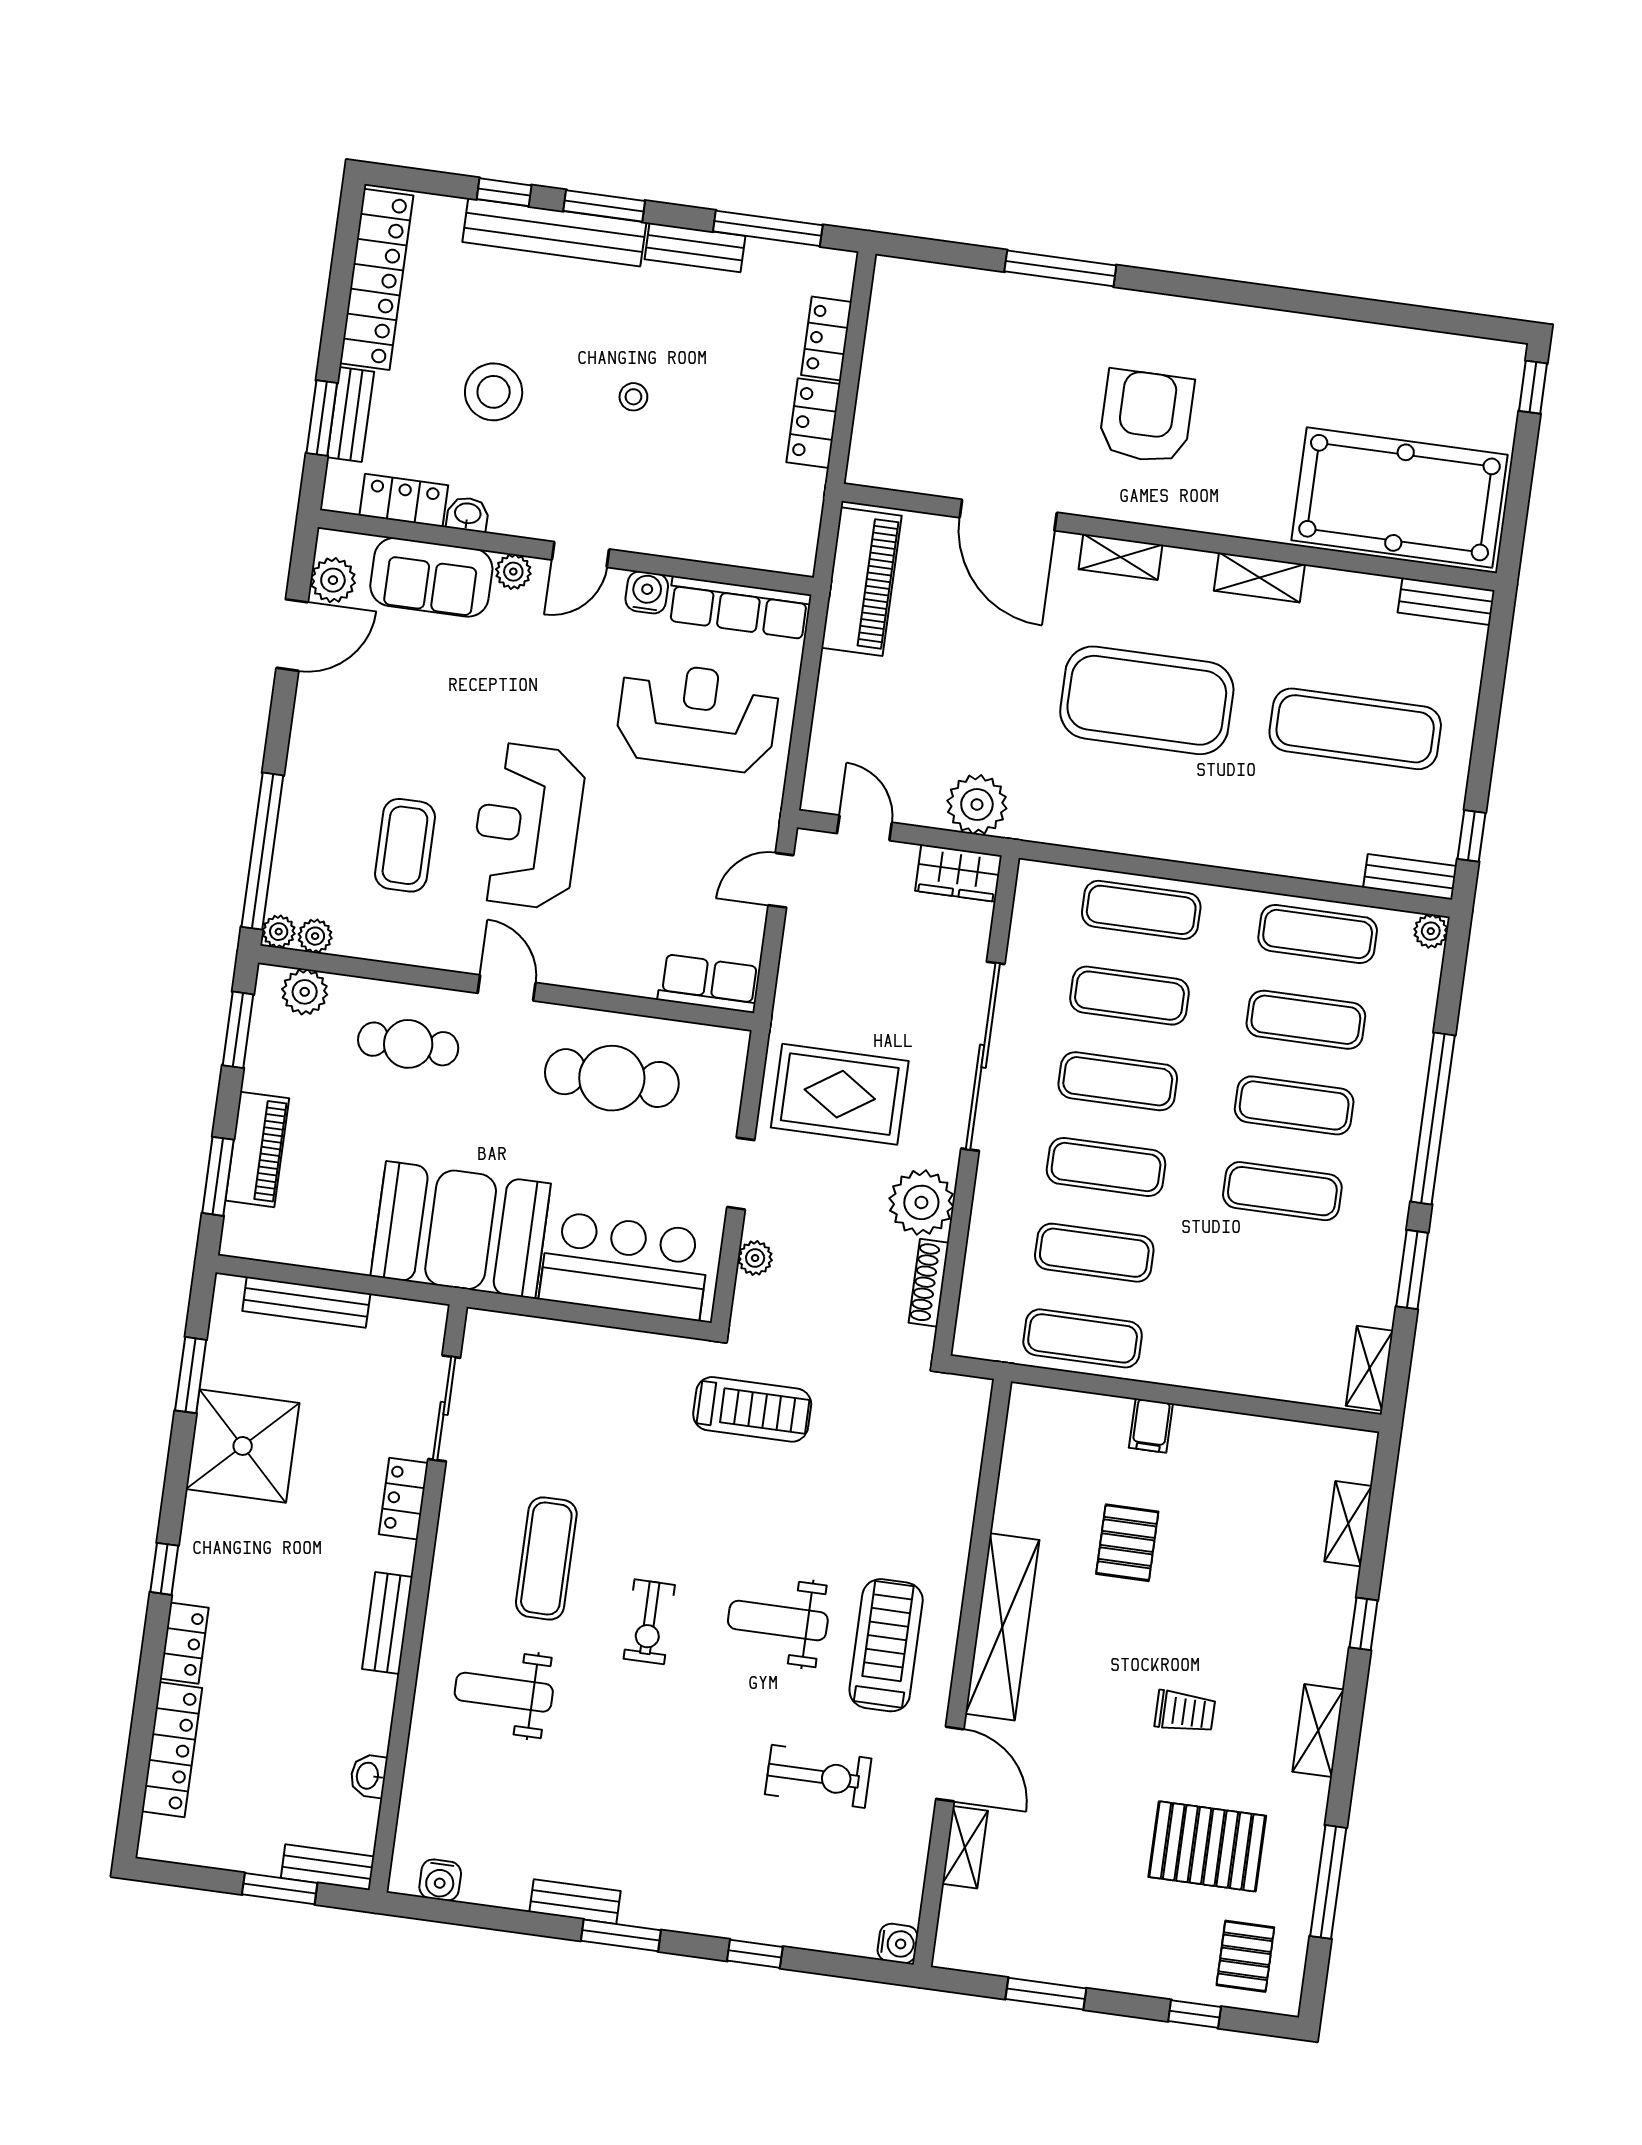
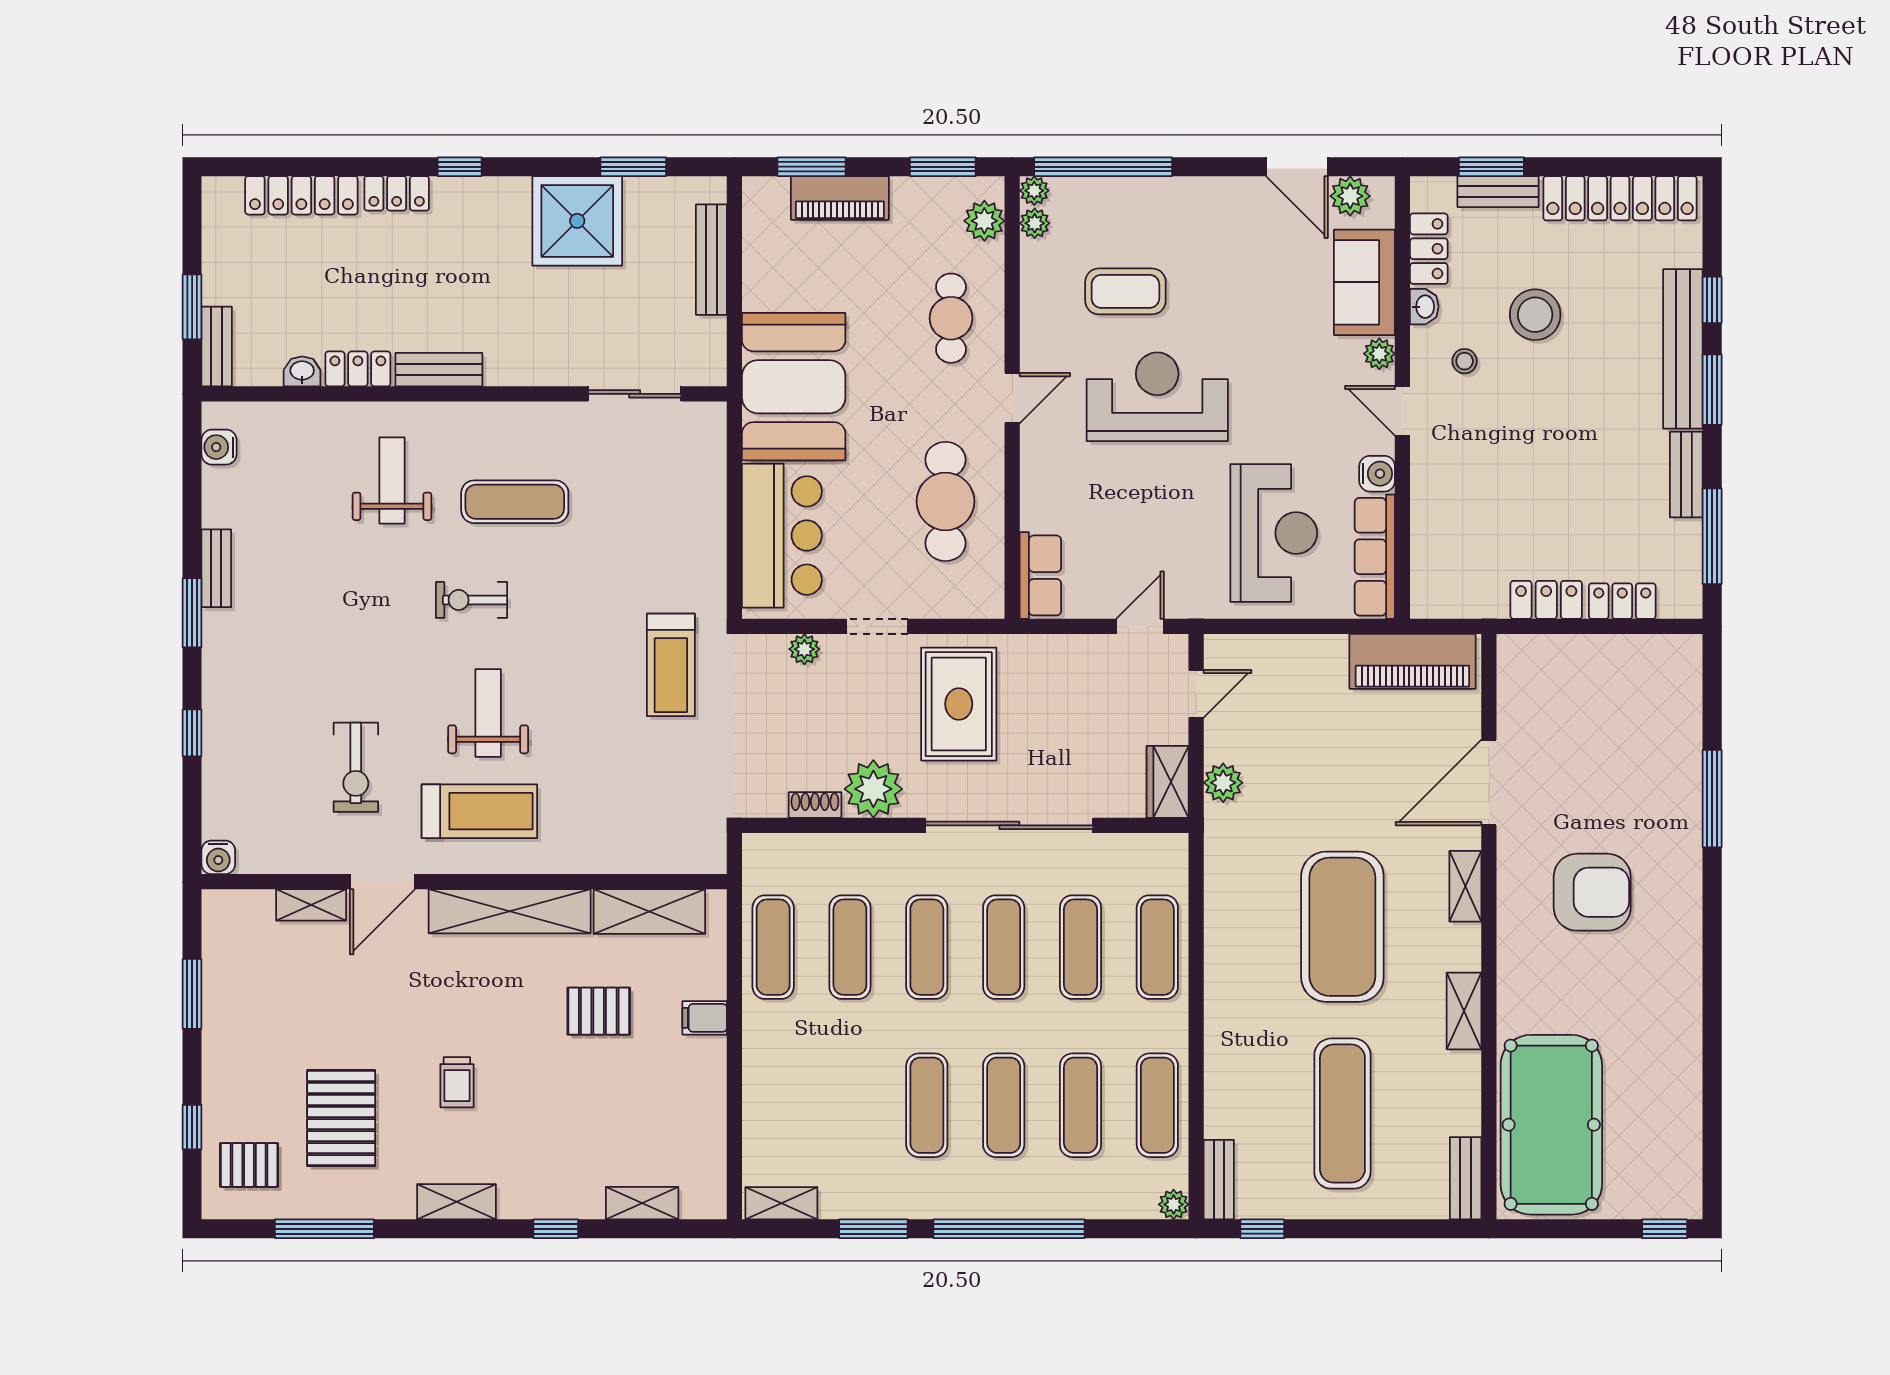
stool: (633, 397) -> (1465, 361), moved
plant: (977, 805) -> (1223, 783), width x0.73, depth x0.73
door: (781, 880) -> (1140, 626), hinge flipped
shoe rack: (929, 1283) -> (815, 805), width x0.70
shelving: (1024, 1471) -> (649, 911), added
locker: (404, 1499) -> (358, 369), moved

